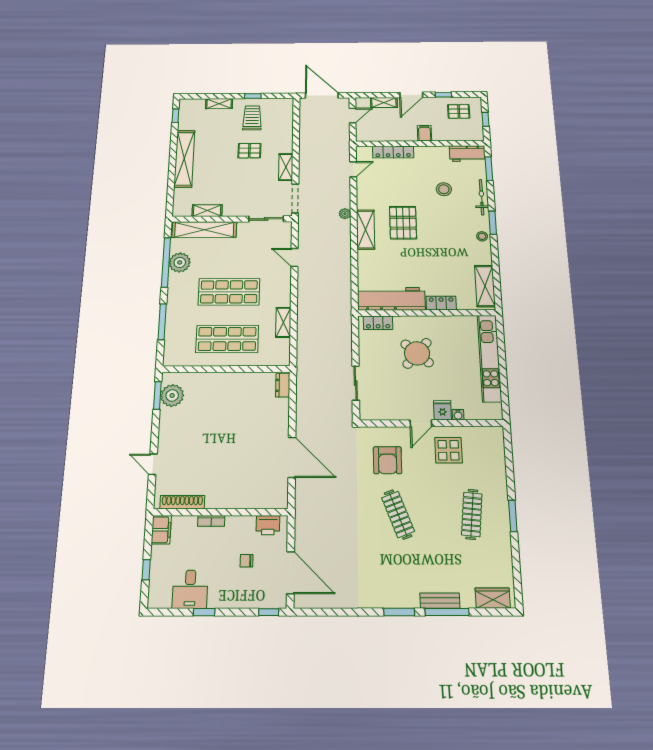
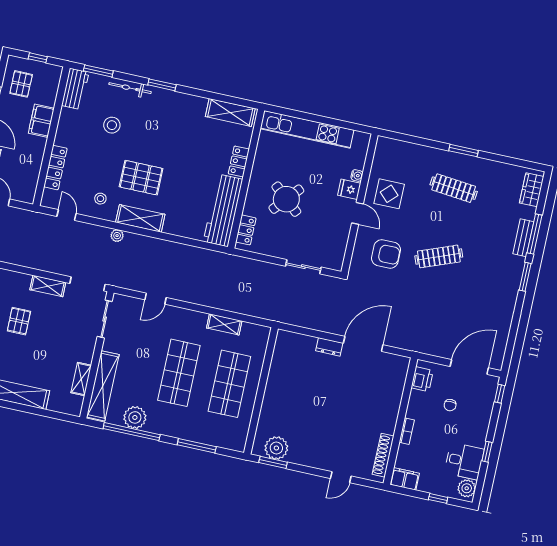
filing cabinet: (424, 133) -> (41, 121), width x2.00
stool: (482, 236) -> (100, 199), moved
dresser: (283, 385) -> (329, 347), moved
plant: (161, 599) -> (467, 488), added

